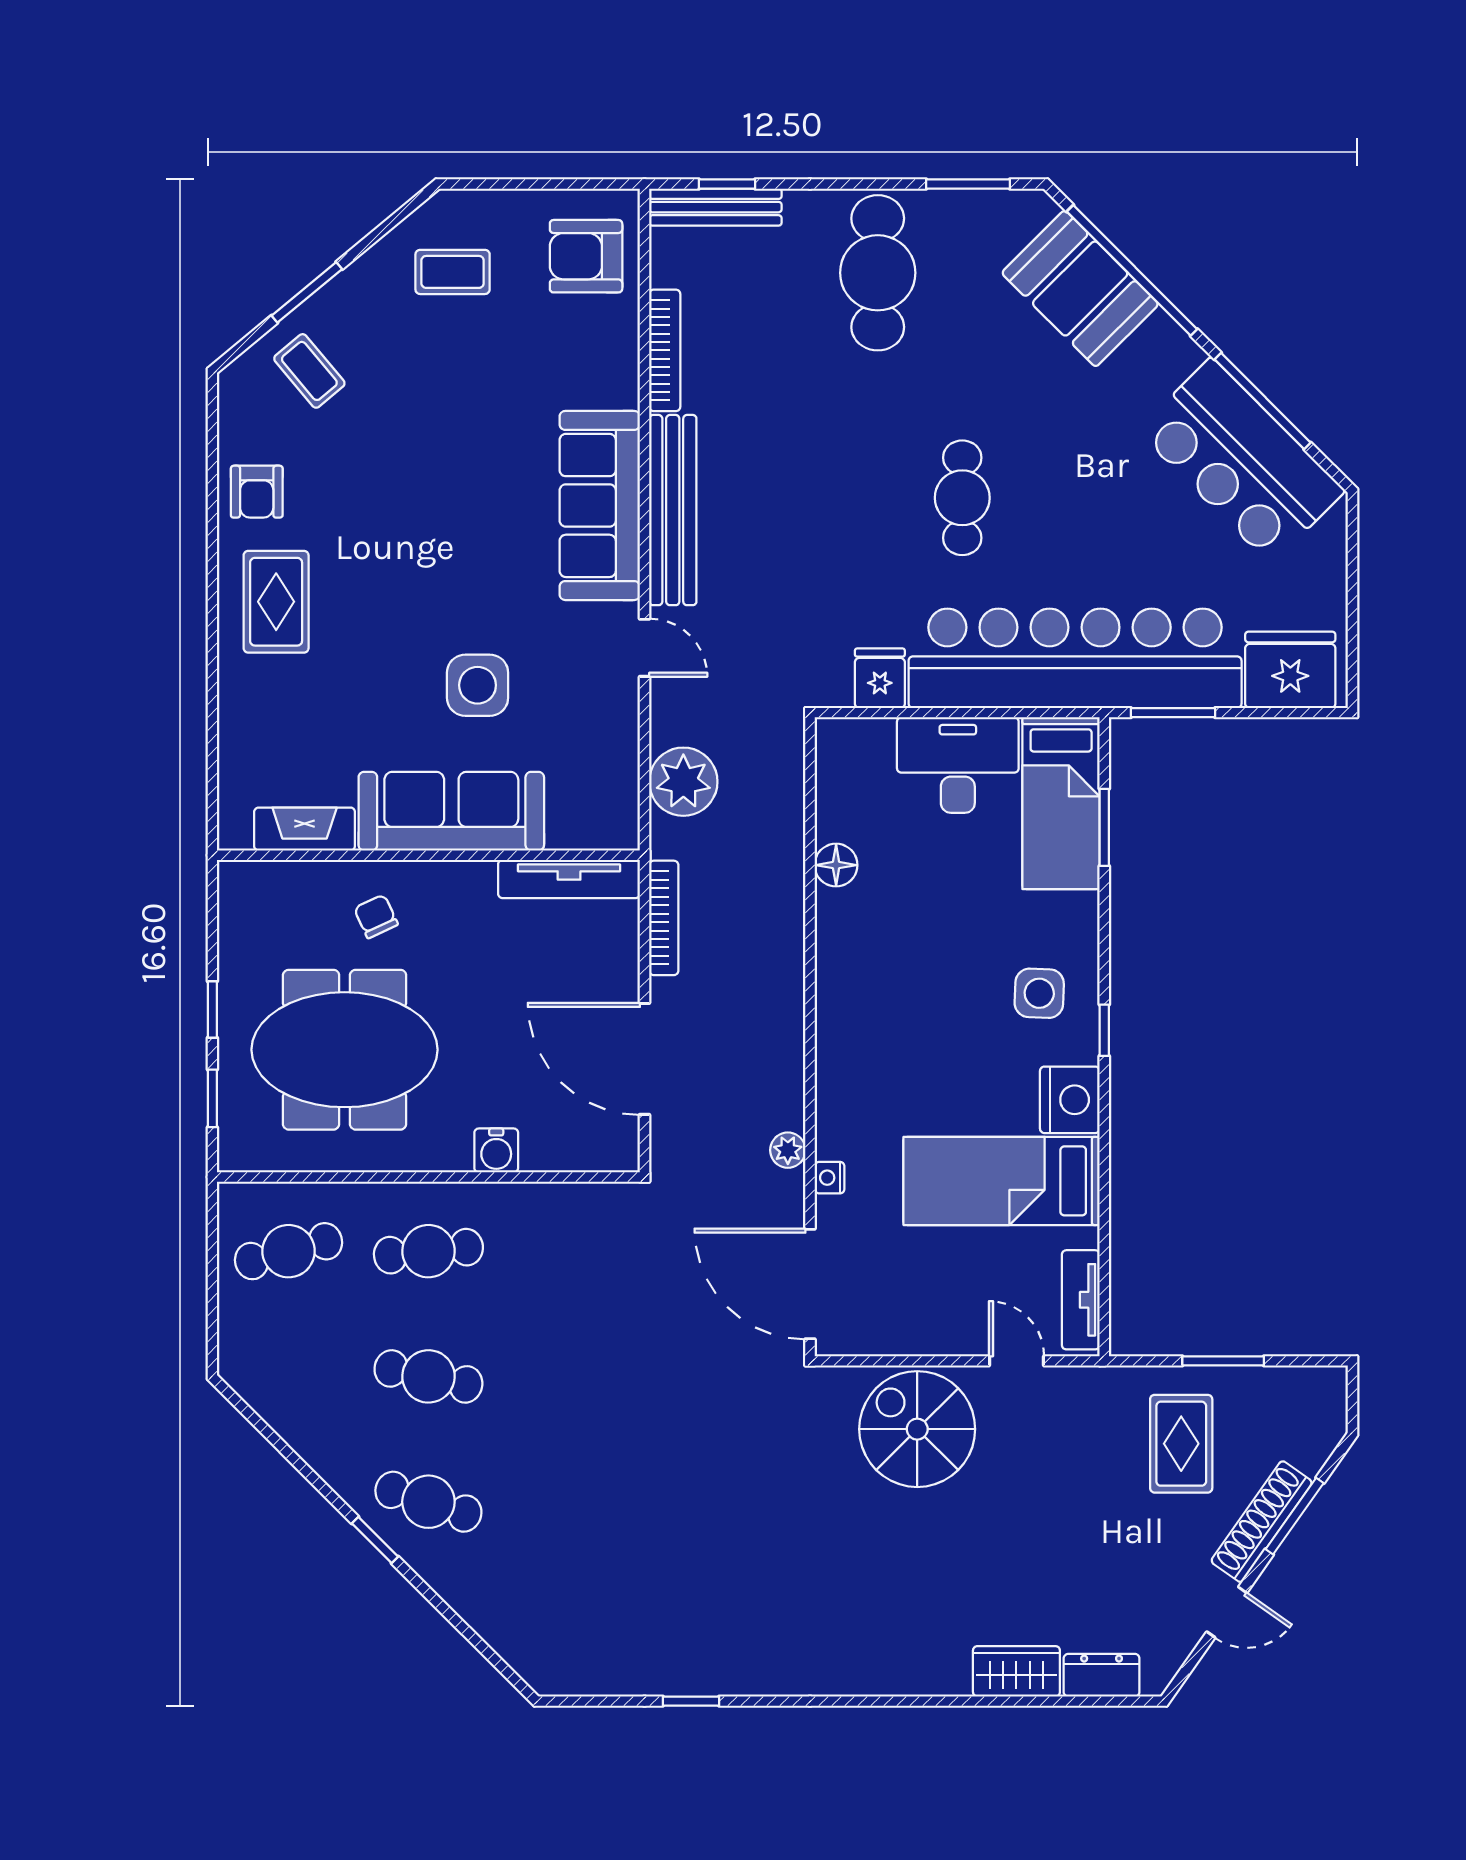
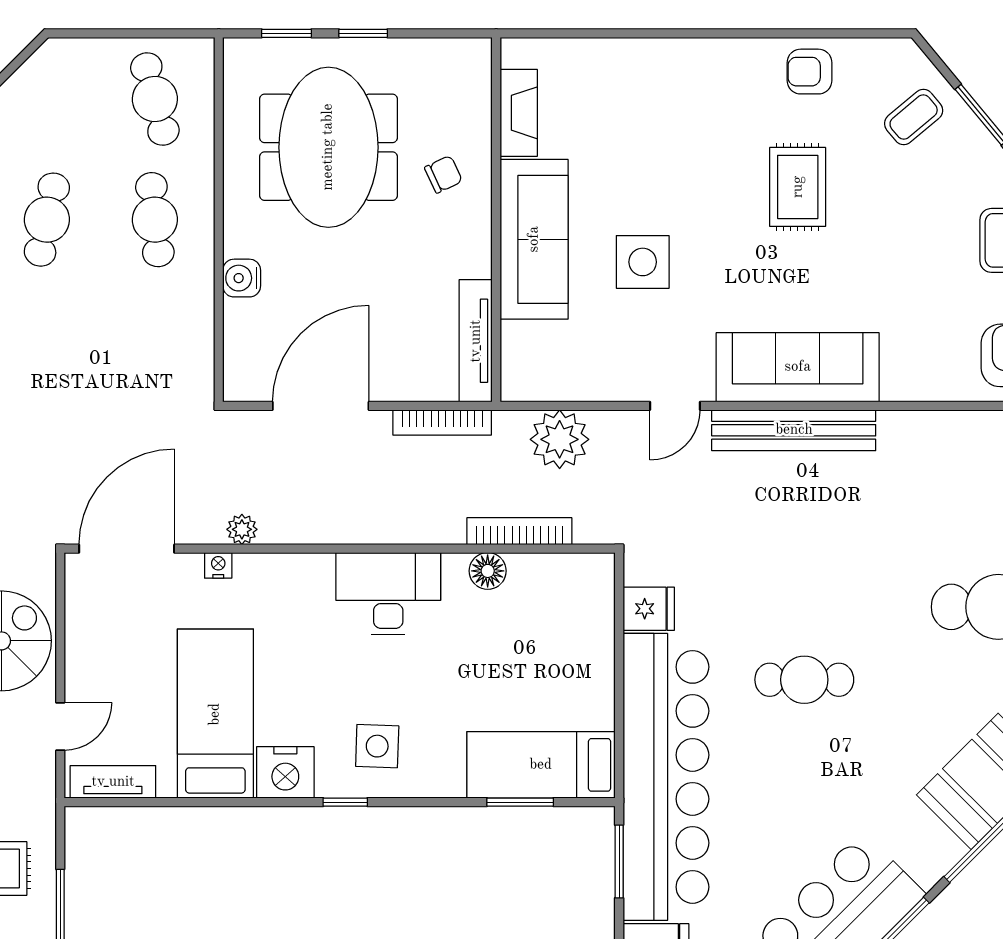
bookcase: (665, 350) -> (519, 531), moved, turned 180
rug: (276, 602) -> (798, 187), moved, turned 90
desk: (958, 765) -> (388, 594), moved, turned -90

